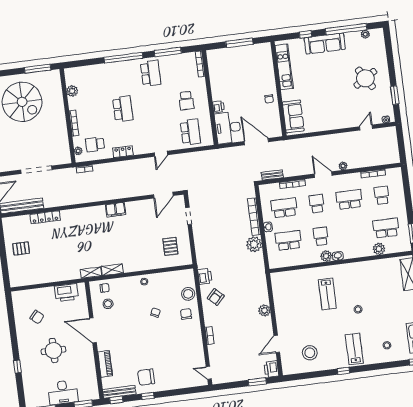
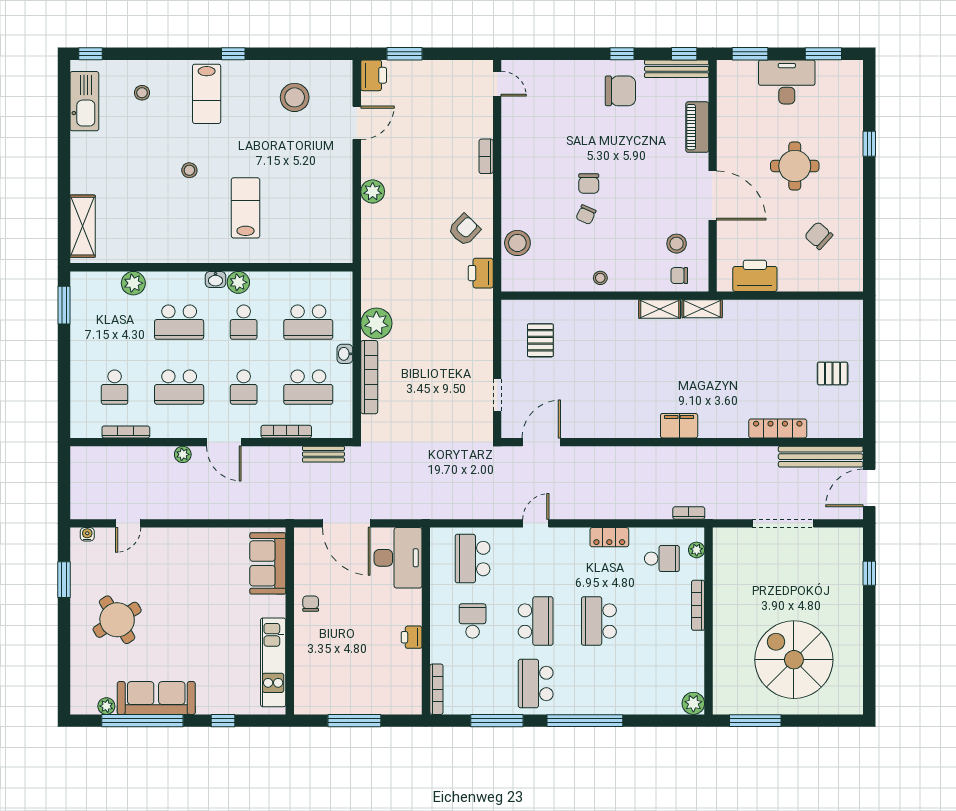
sofa: (325, 43) -> (156, 698), moved
plant: (72, 91) -> (693, 703), moved
school desk: (155, 105) -> (536, 621), added
printer: (218, 107) -> (412, 637), moved
filing cabinet: (116, 210) -> (679, 426), moved
school desk: (386, 228) -> (179, 322), moved
chair: (186, 314) -> (589, 184), moved

